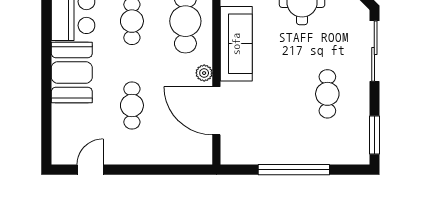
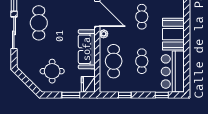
sliding door: (374, 51) -> (14, 33), moved
cafe table: (327, 94) -> (39, 23), width x1.37, depth x1.35

